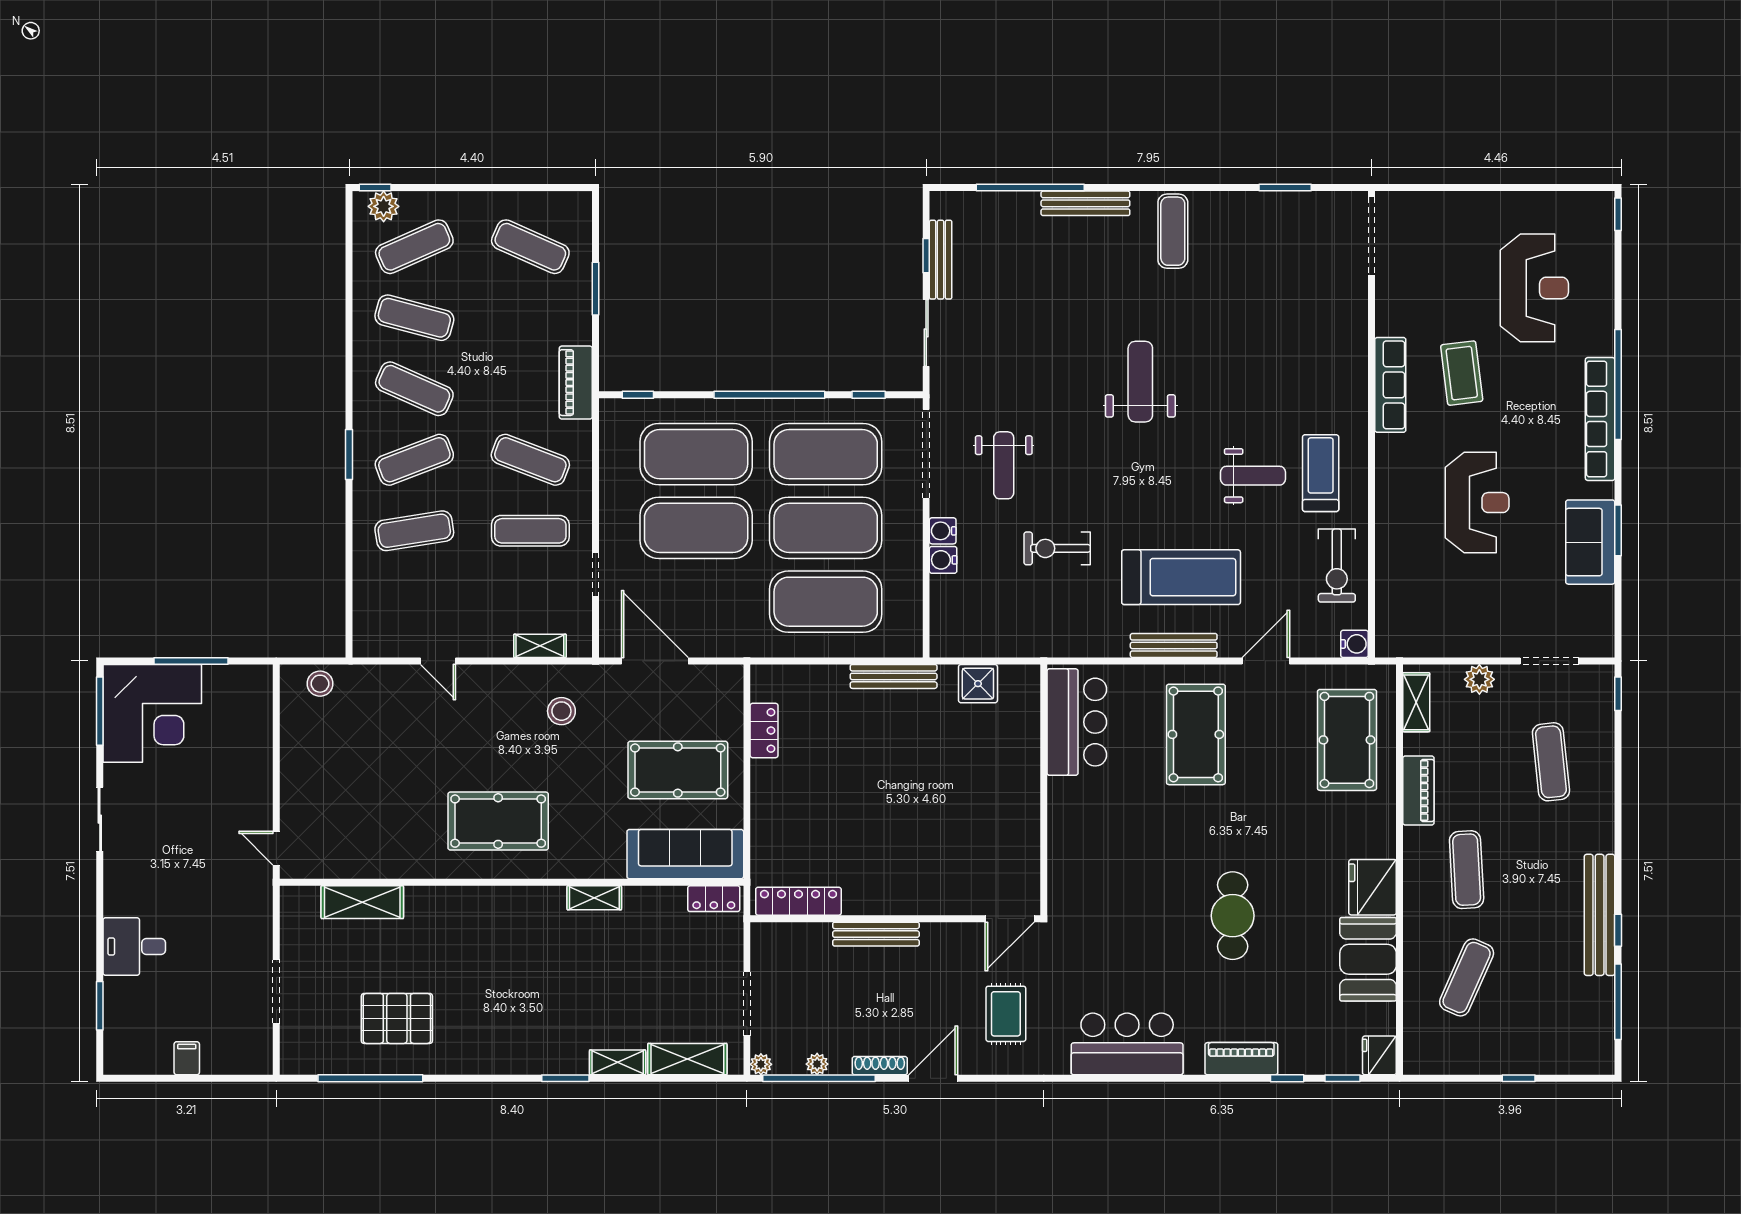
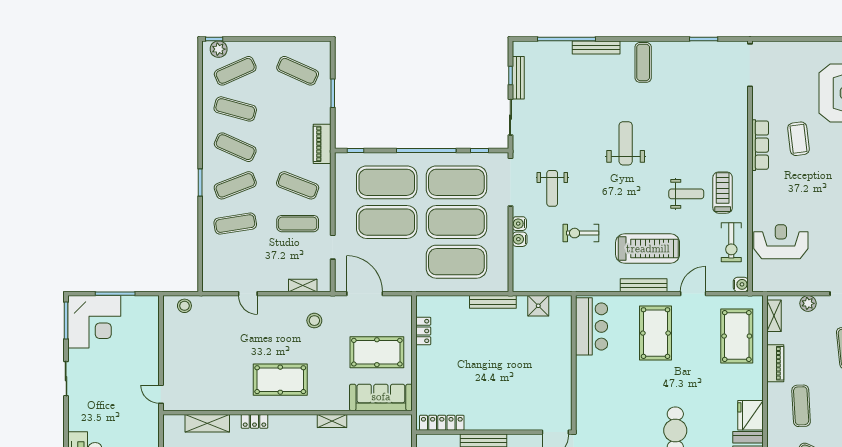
reception desk: (1477, 503) -> (781, 242), moved, turned -90
locker: (714, 899) -> (255, 421), moved

